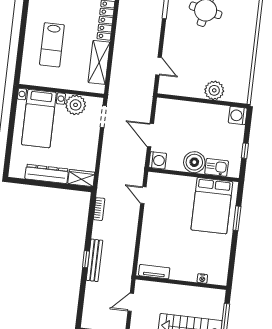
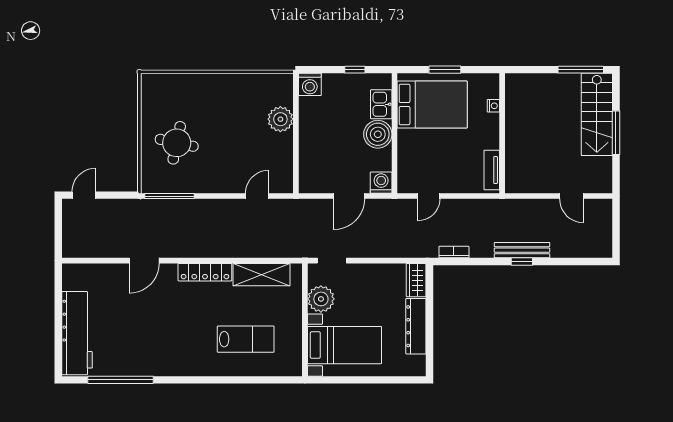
tv unit: (154, 272) -> (492, 170), moved
nightstand: (202, 278) -> (493, 106), moved
wall: (181, 283) -> (502, 133), moved

